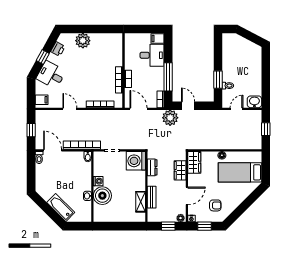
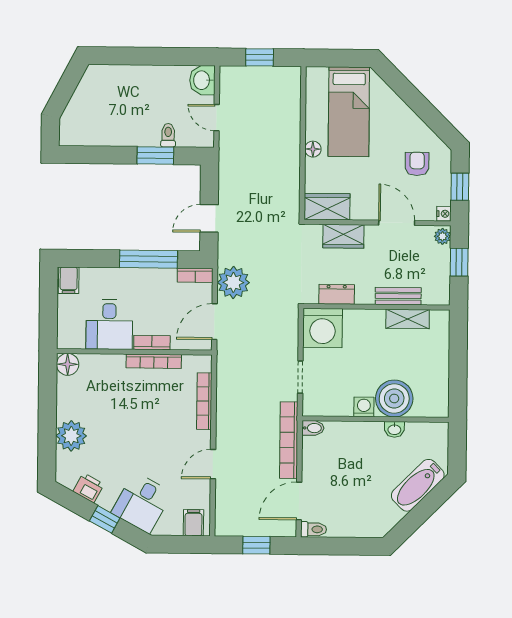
floor lamp: (117, 38) -> (68, 364), added
desk: (152, 55) -> (109, 324), moved, turned 180
plant: (170, 118) -> (233, 282), moved

